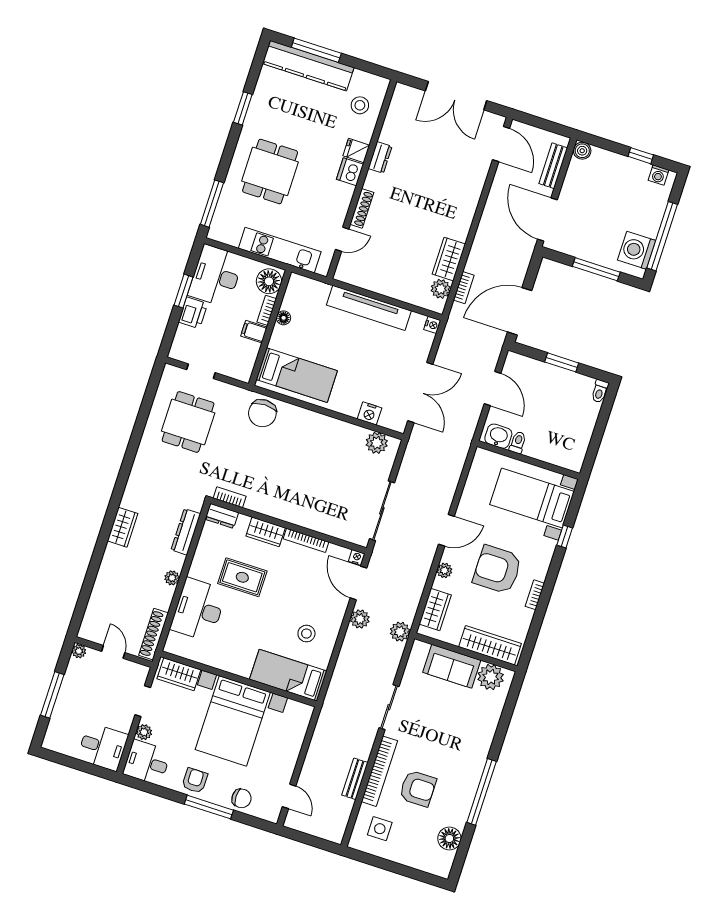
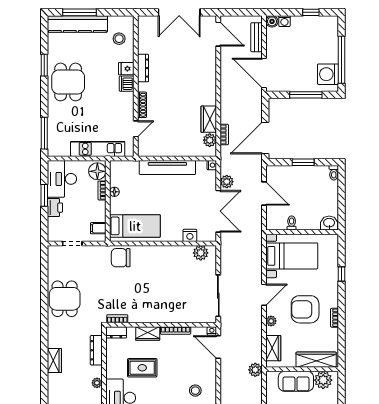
dresser: (380, 157) -> (143, 68), width x1.44
dining table: (270, 171) -> (68, 82), moved
washing machine: (659, 175) -> (284, 21), moved
filing cabinet: (254, 332) -> (98, 228), moved
chair: (262, 413) -> (121, 258), turned 90
dining table: (188, 422) -> (65, 299), moved
washbasin: (498, 436) -> (329, 223), moved
bed with nightstands: (532, 498) -> (292, 256), moved, turned 180
plant: (360, 619) -> (227, 182), moved

